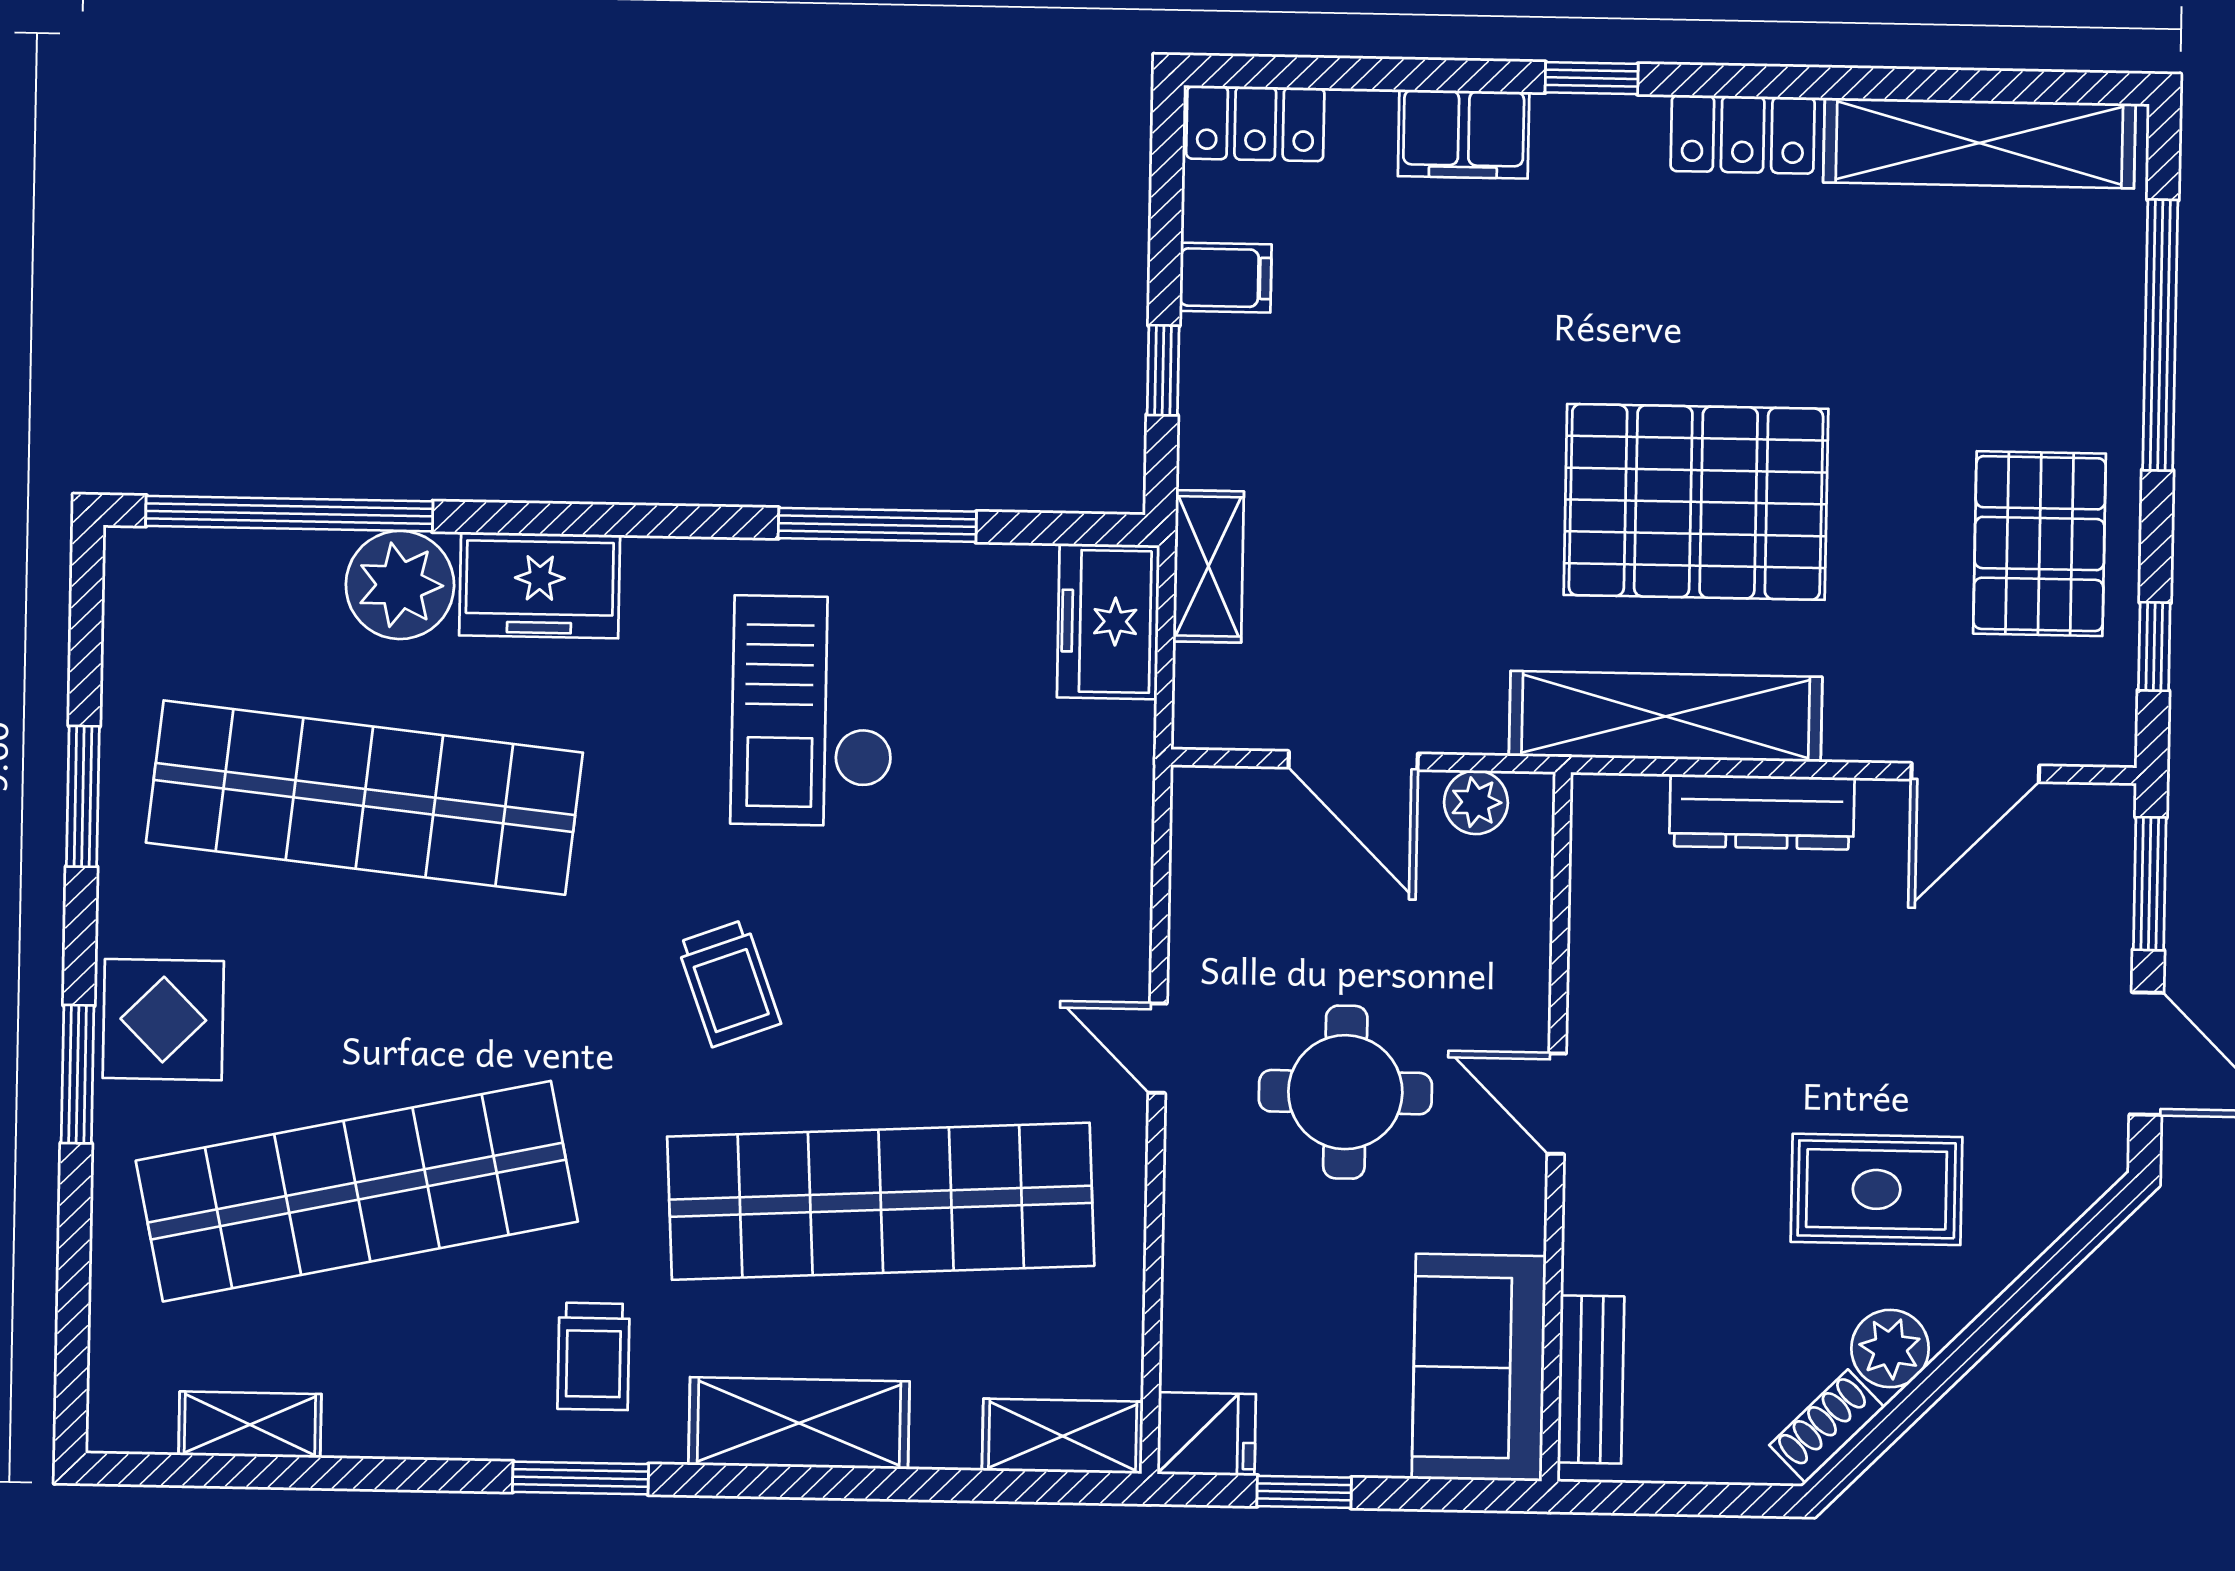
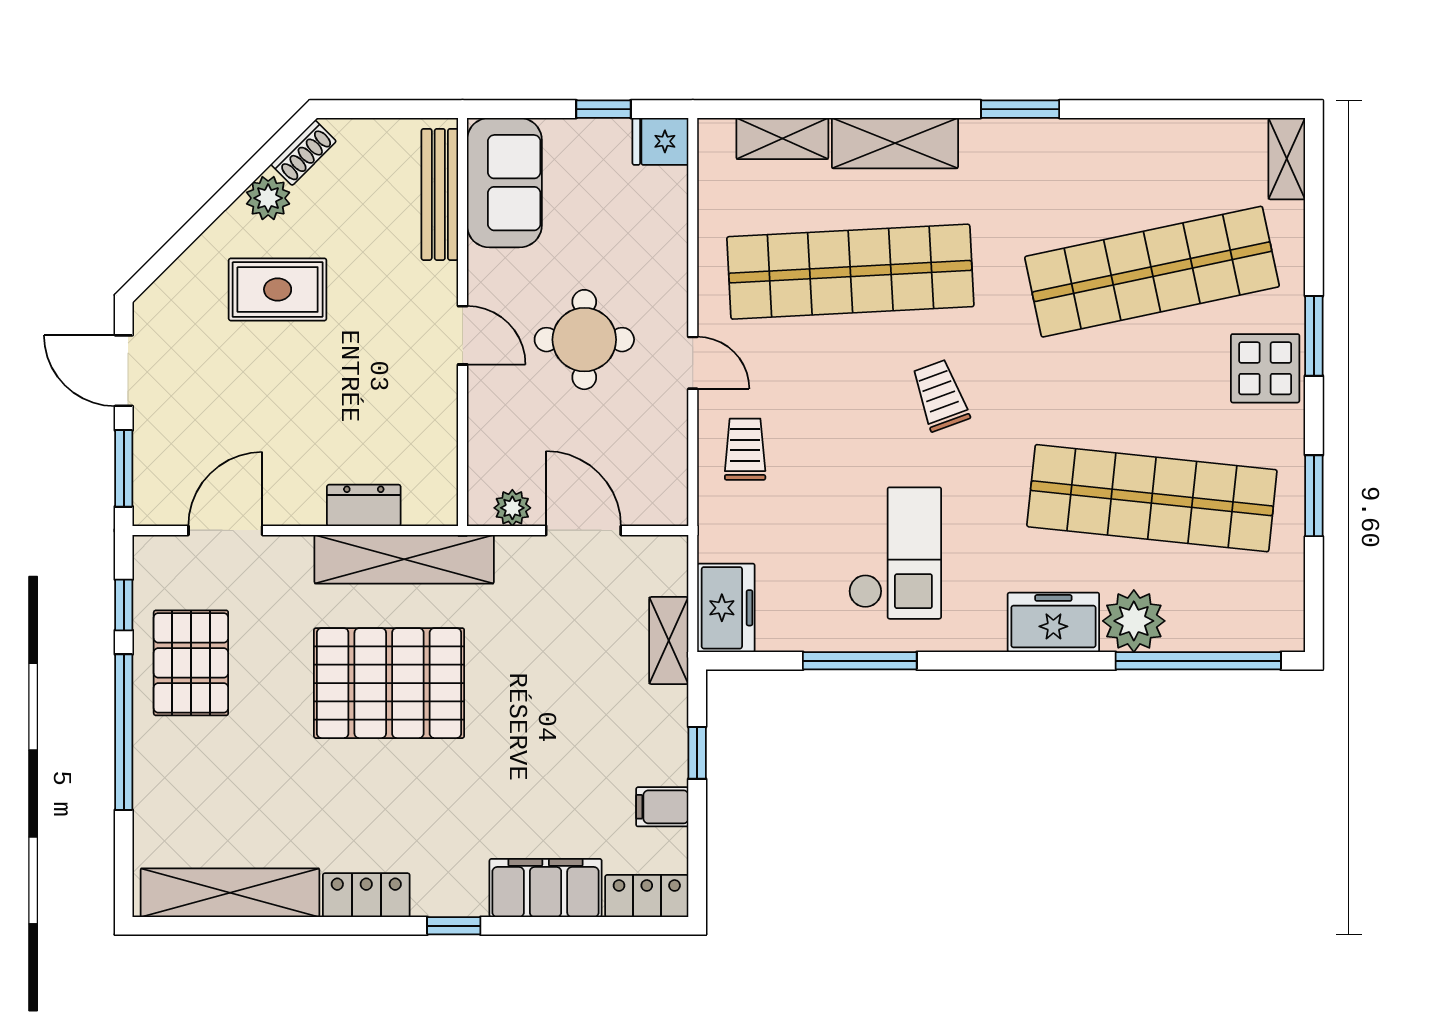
filing cabinet: (1464, 134) -> (546, 888), width x1.50, depth x1.17
window: (2160, 335) -> (124, 732), moved
dresser: (1762, 812) -> (364, 505), width x0.70
trolley: (594, 1356) -> (745, 449), moved
bench: (1591, 1379) -> (440, 194), width x1.36
shelving: (250, 1425) -> (1287, 159), moved, turned 90
shelving: (1063, 1436) -> (782, 139), moved

